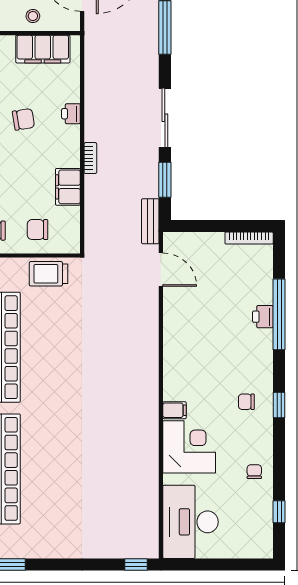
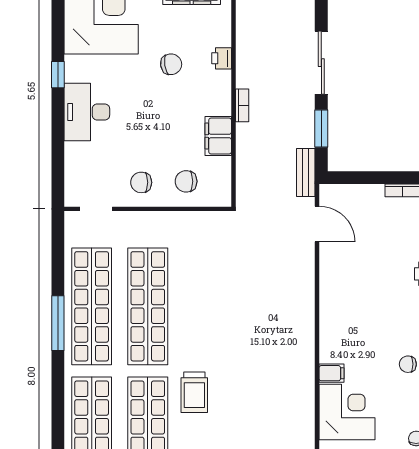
trolley: (49, 274) -> (194, 392), moved, turned -90

